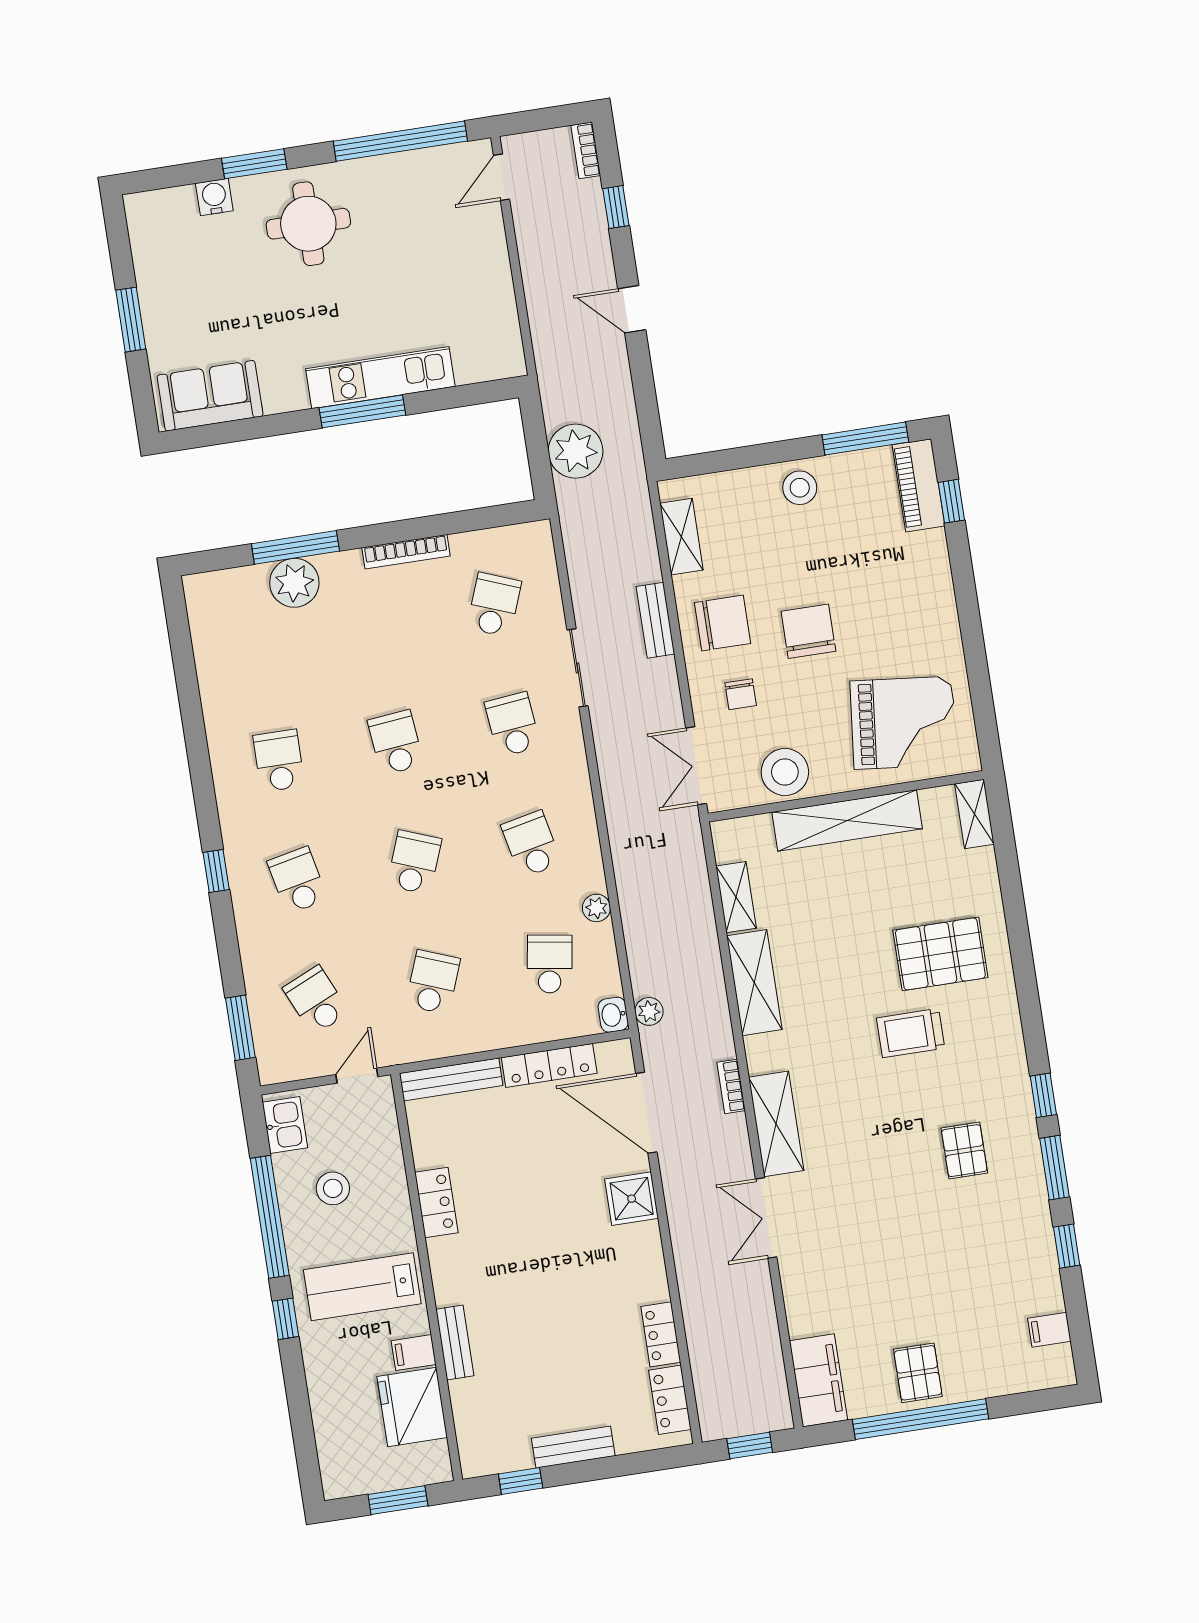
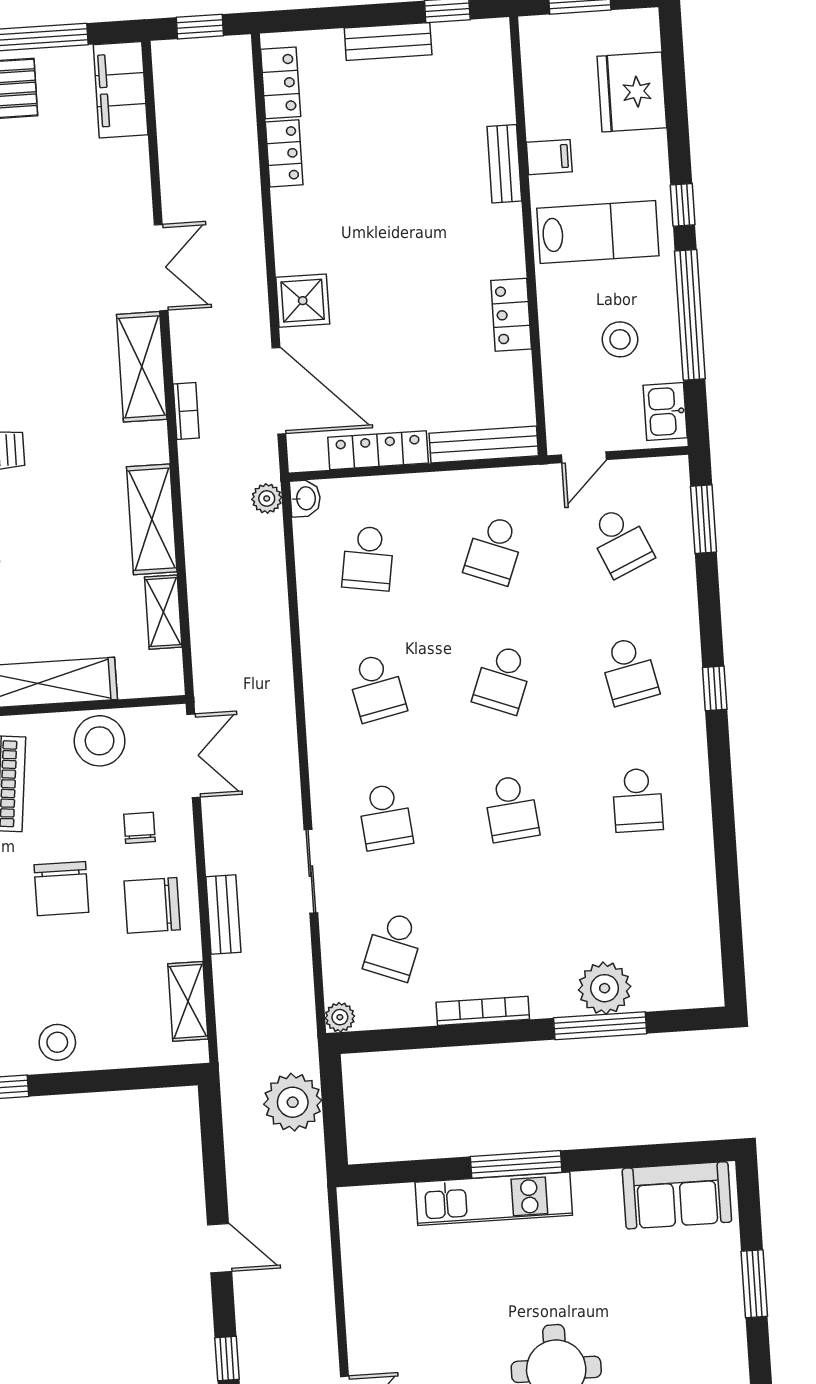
plant: (596, 908) -> (340, 1017), moved
fridge: (412, 1407) -> (632, 92), moved, turned 180

